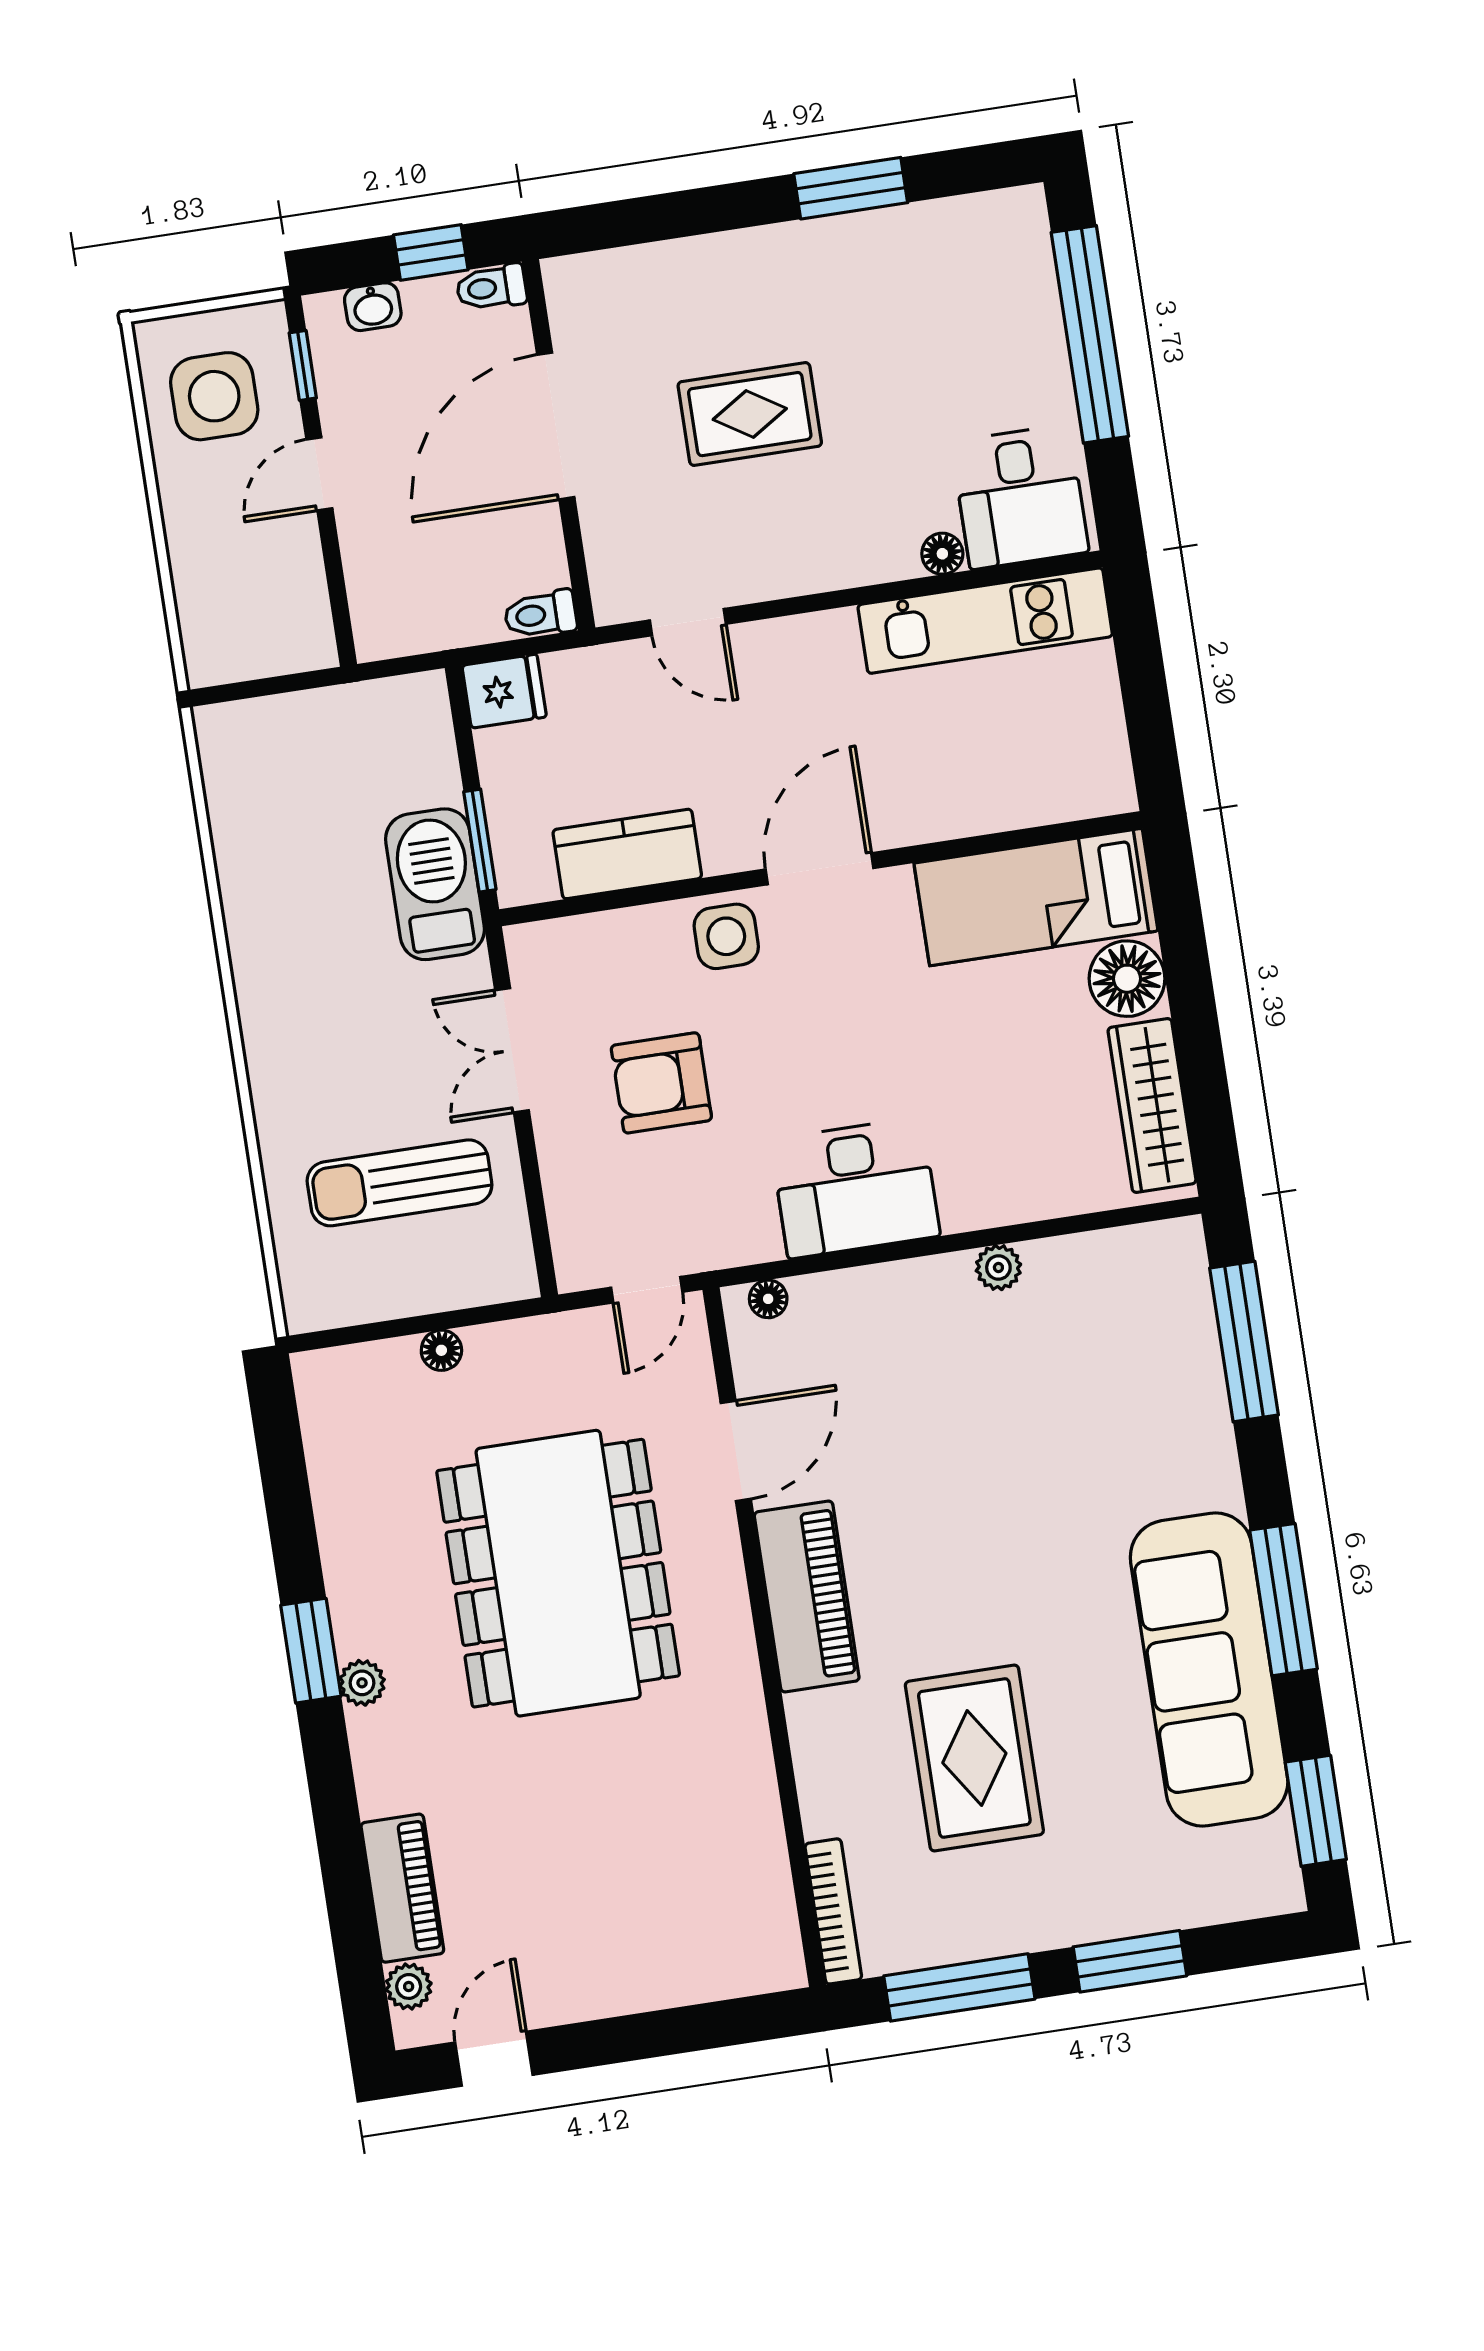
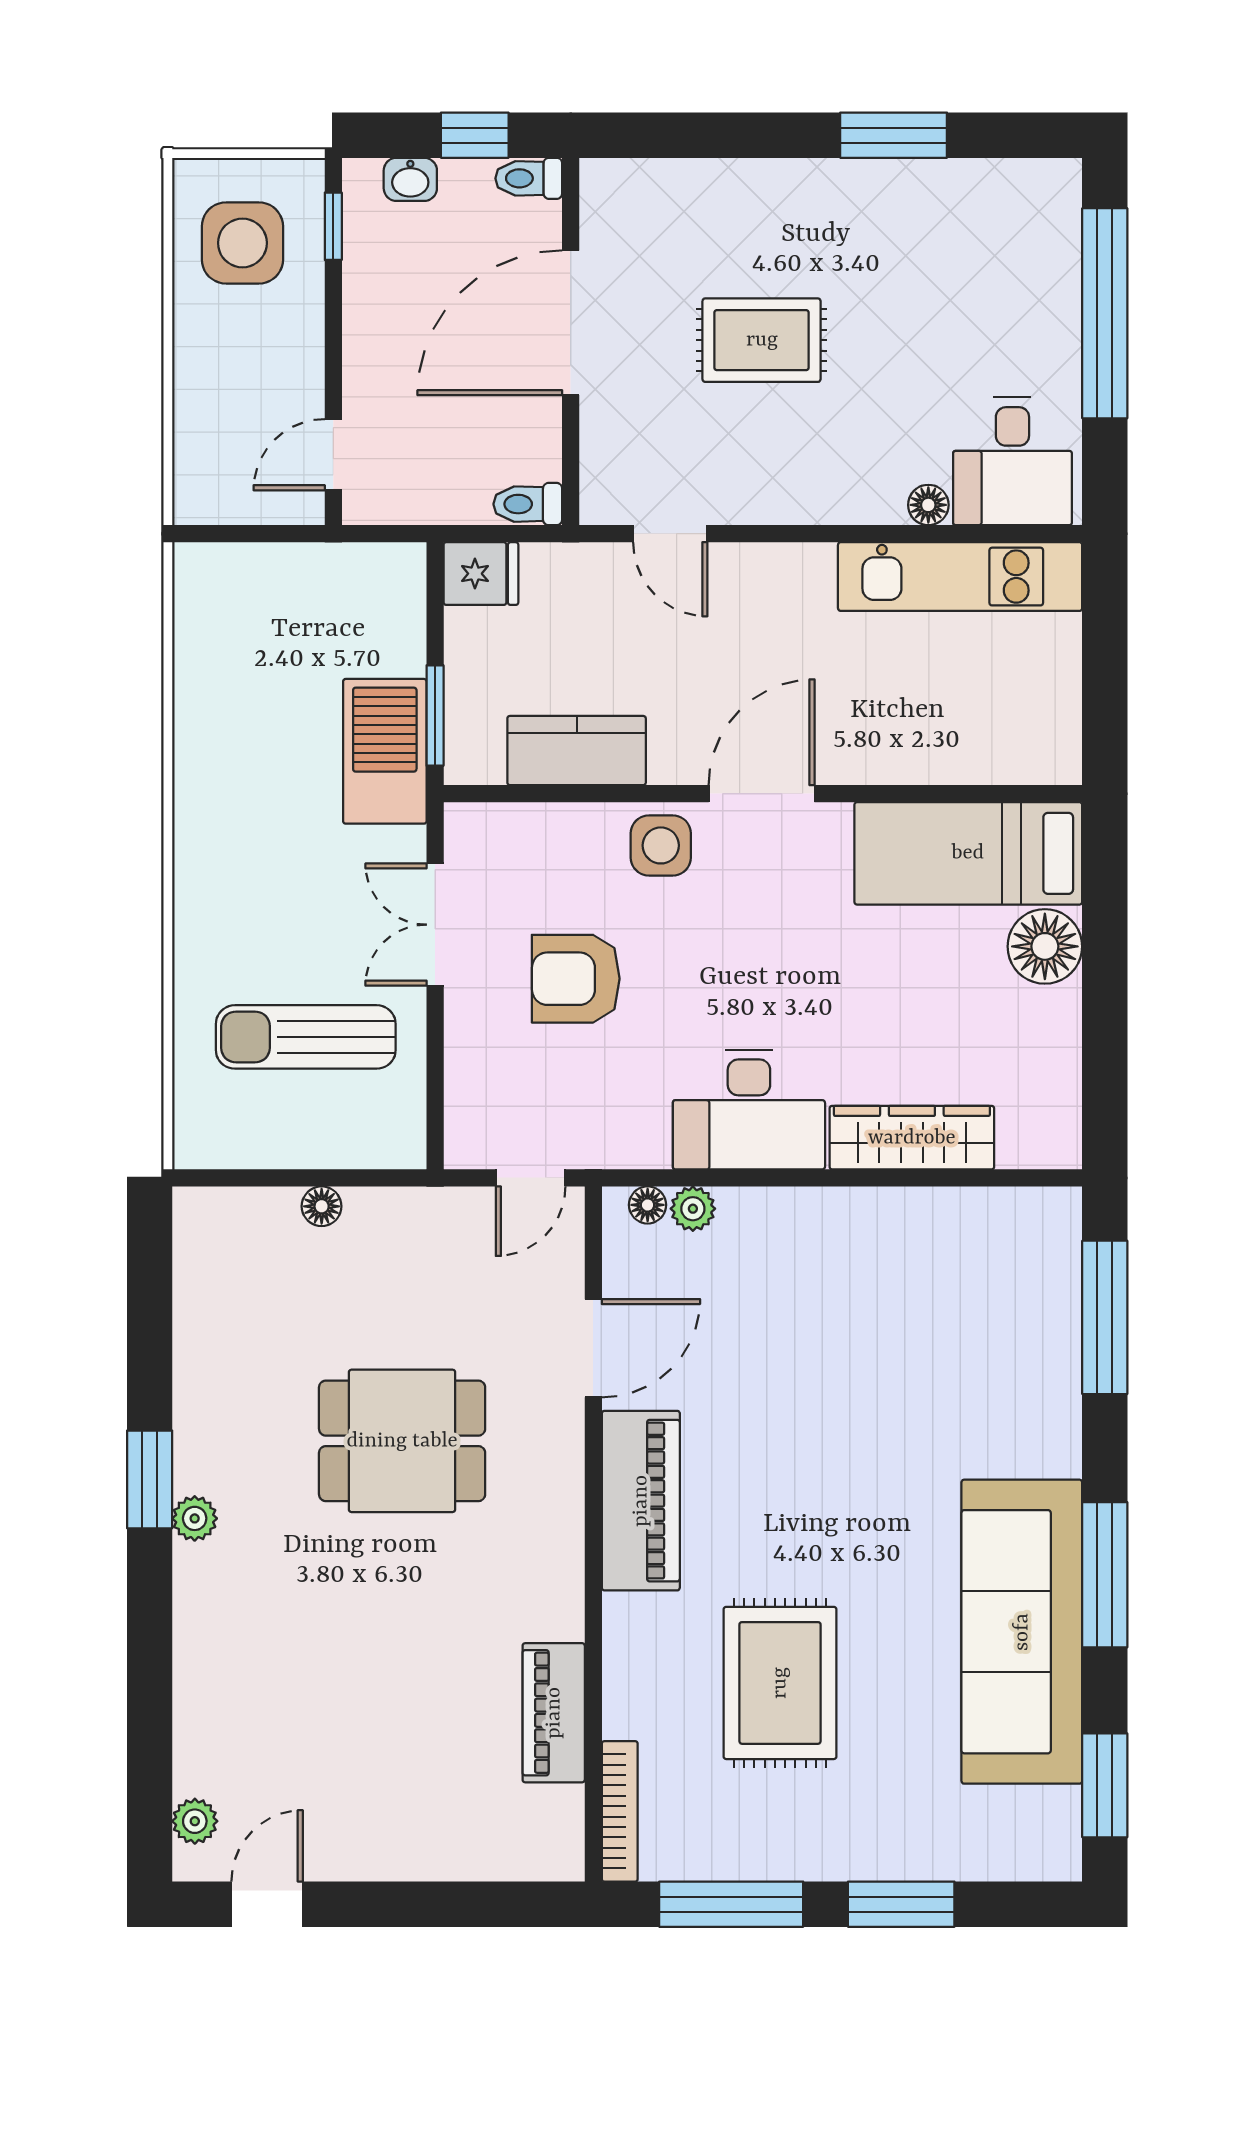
door: (319, 474) -> (333, 455), moved
wardrobe: (1152, 1106) -> (912, 1138), moved, turned 90
plant: (998, 1268) -> (693, 1209), moved
dining table: (558, 1573) -> (402, 1441), width x0.53, depth x0.80
piano: (402, 1888) -> (554, 1713), moved, turned 180

